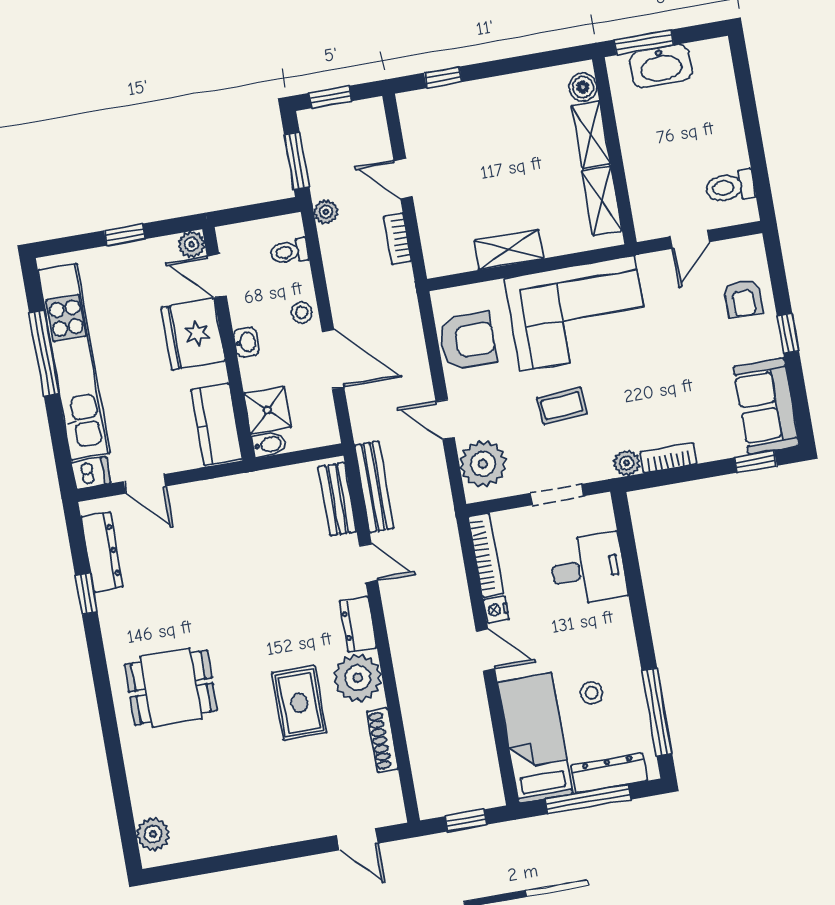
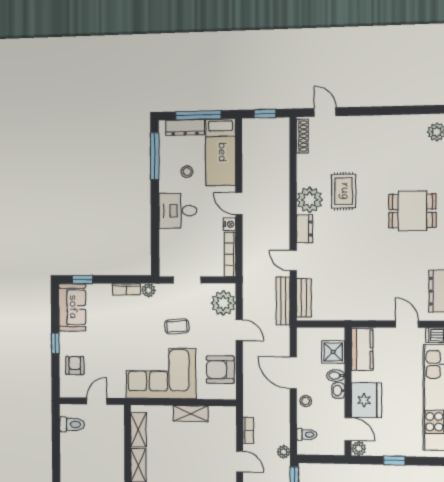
bidet: (269, 445) -> (336, 375), moved
desk: (588, 569) -> (178, 211), moved
shoe rack: (382, 740) -> (302, 136), moved

